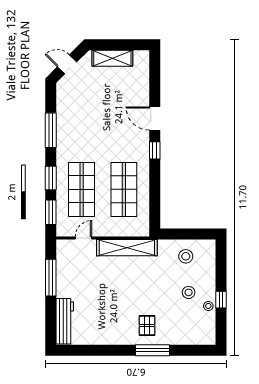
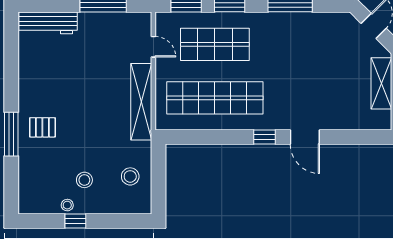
door: (155, 119) -> (305, 137), swing flipped
shop shelf: (124, 189) -> (215, 98), width x1.40

